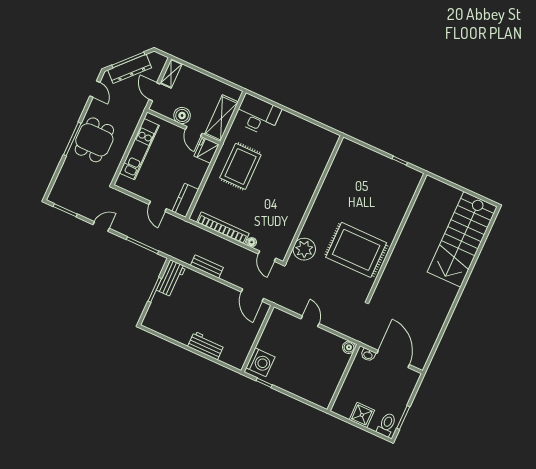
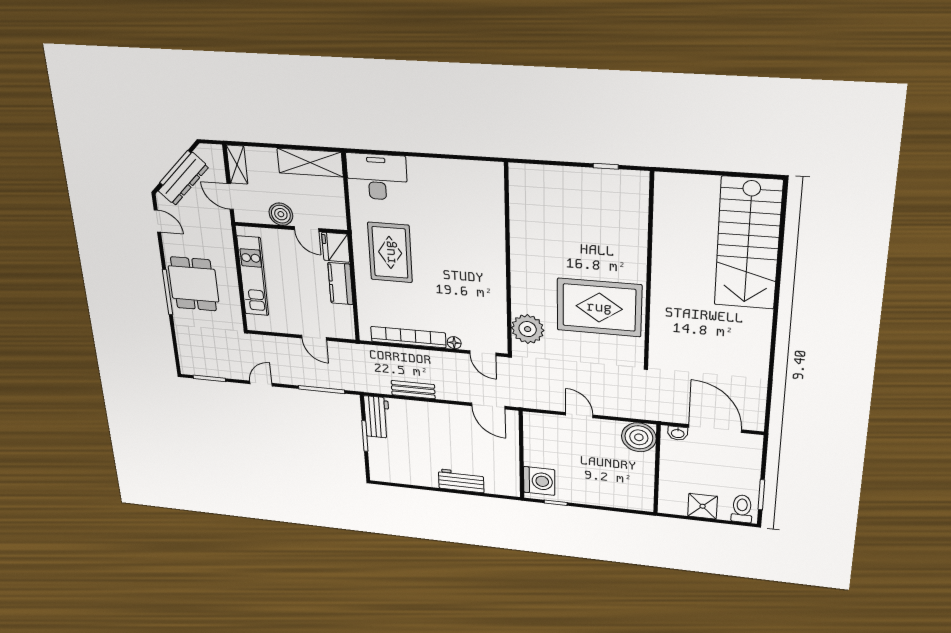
shelving: (221, 118) -> (310, 163), moved, turned 90
kitchen counter: (185, 200) -> (340, 284), moved
boiler: (349, 347) -> (639, 437), width x1.86, depth x1.86

